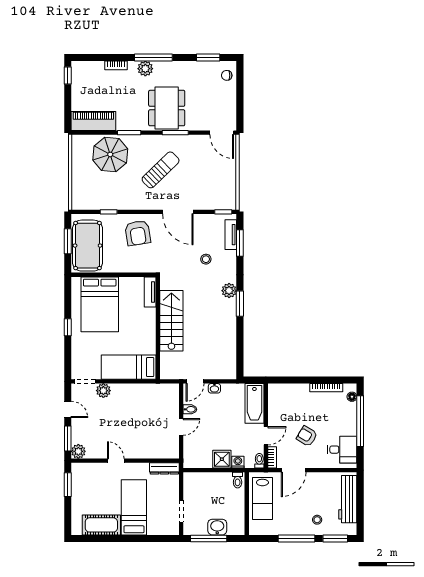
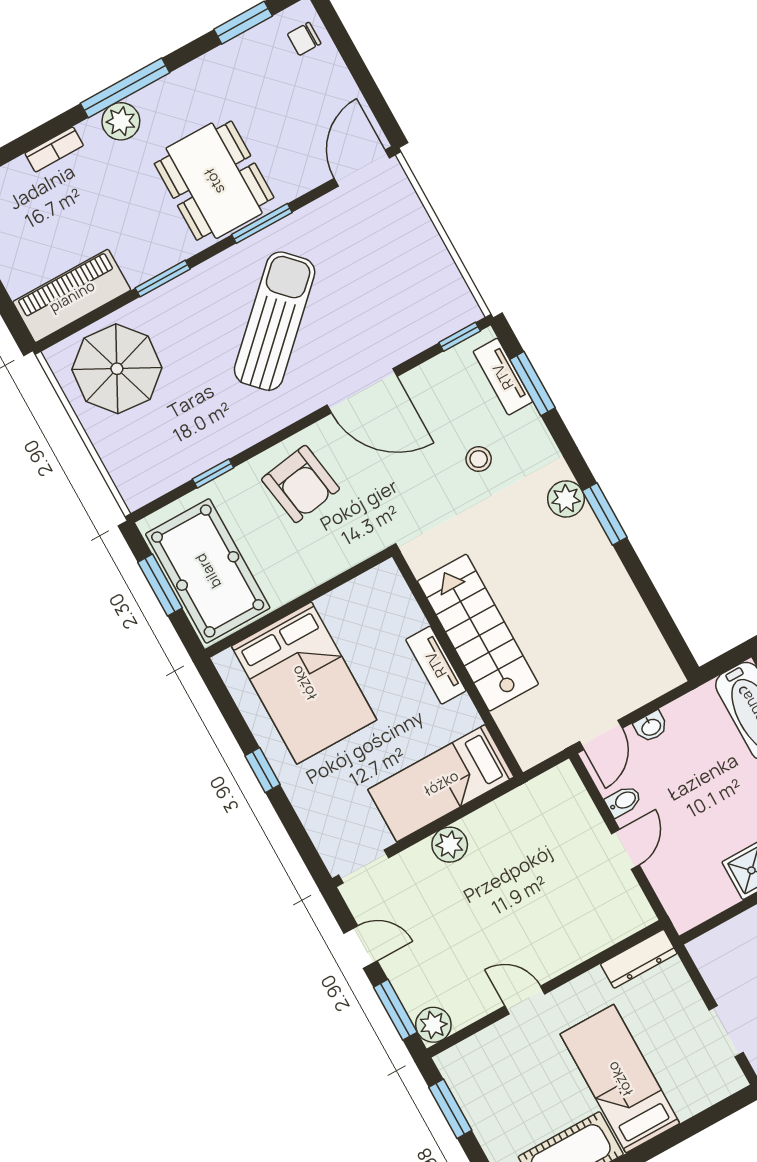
door: (222, 133) -> (362, 168), swing flipped
parasol: (110, 154) -> (117, 369), moved
sun lounger: (161, 170) -> (275, 321), width x1.36, depth x1.34
tv unit: (150, 292) -> (436, 665), moved
plant: (103, 391) -> (450, 845), moved

